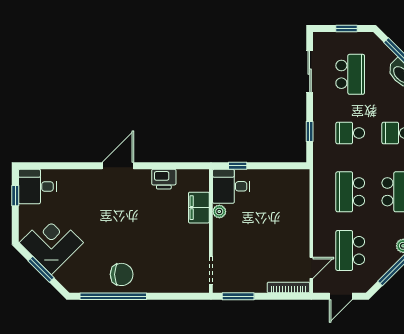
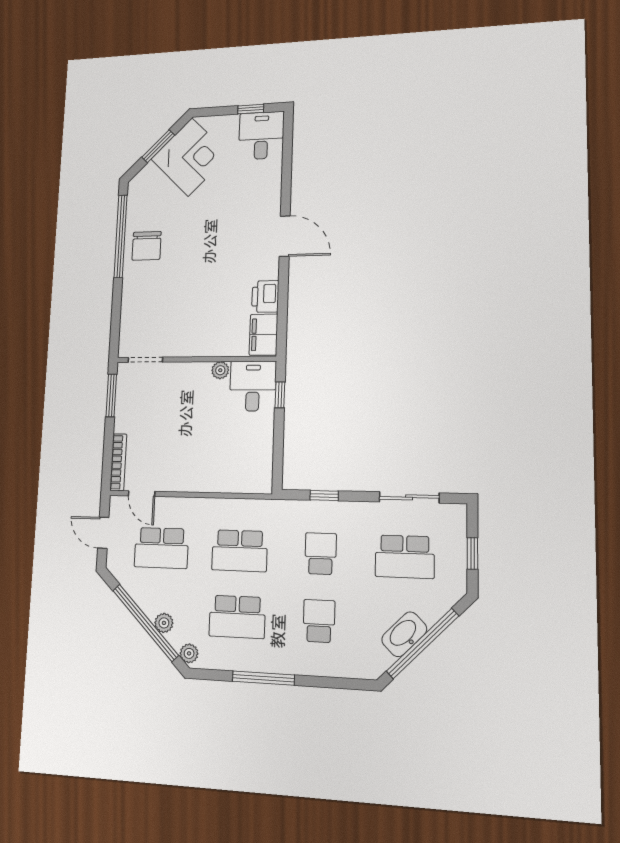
school desk: (350, 192) -> (240, 551), turned 180
filing cabinet: (199, 208) -> (264, 335), moved, turned -90
school desk: (350, 250) -> (161, 548), turned 180

